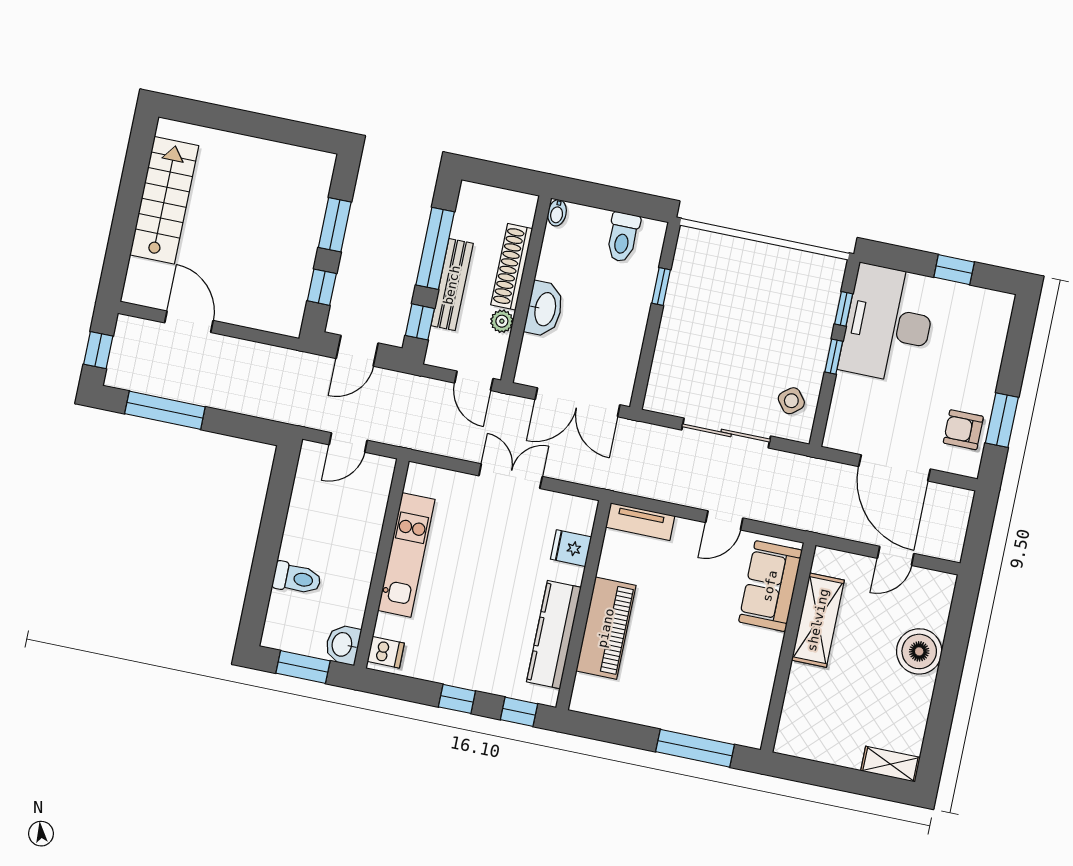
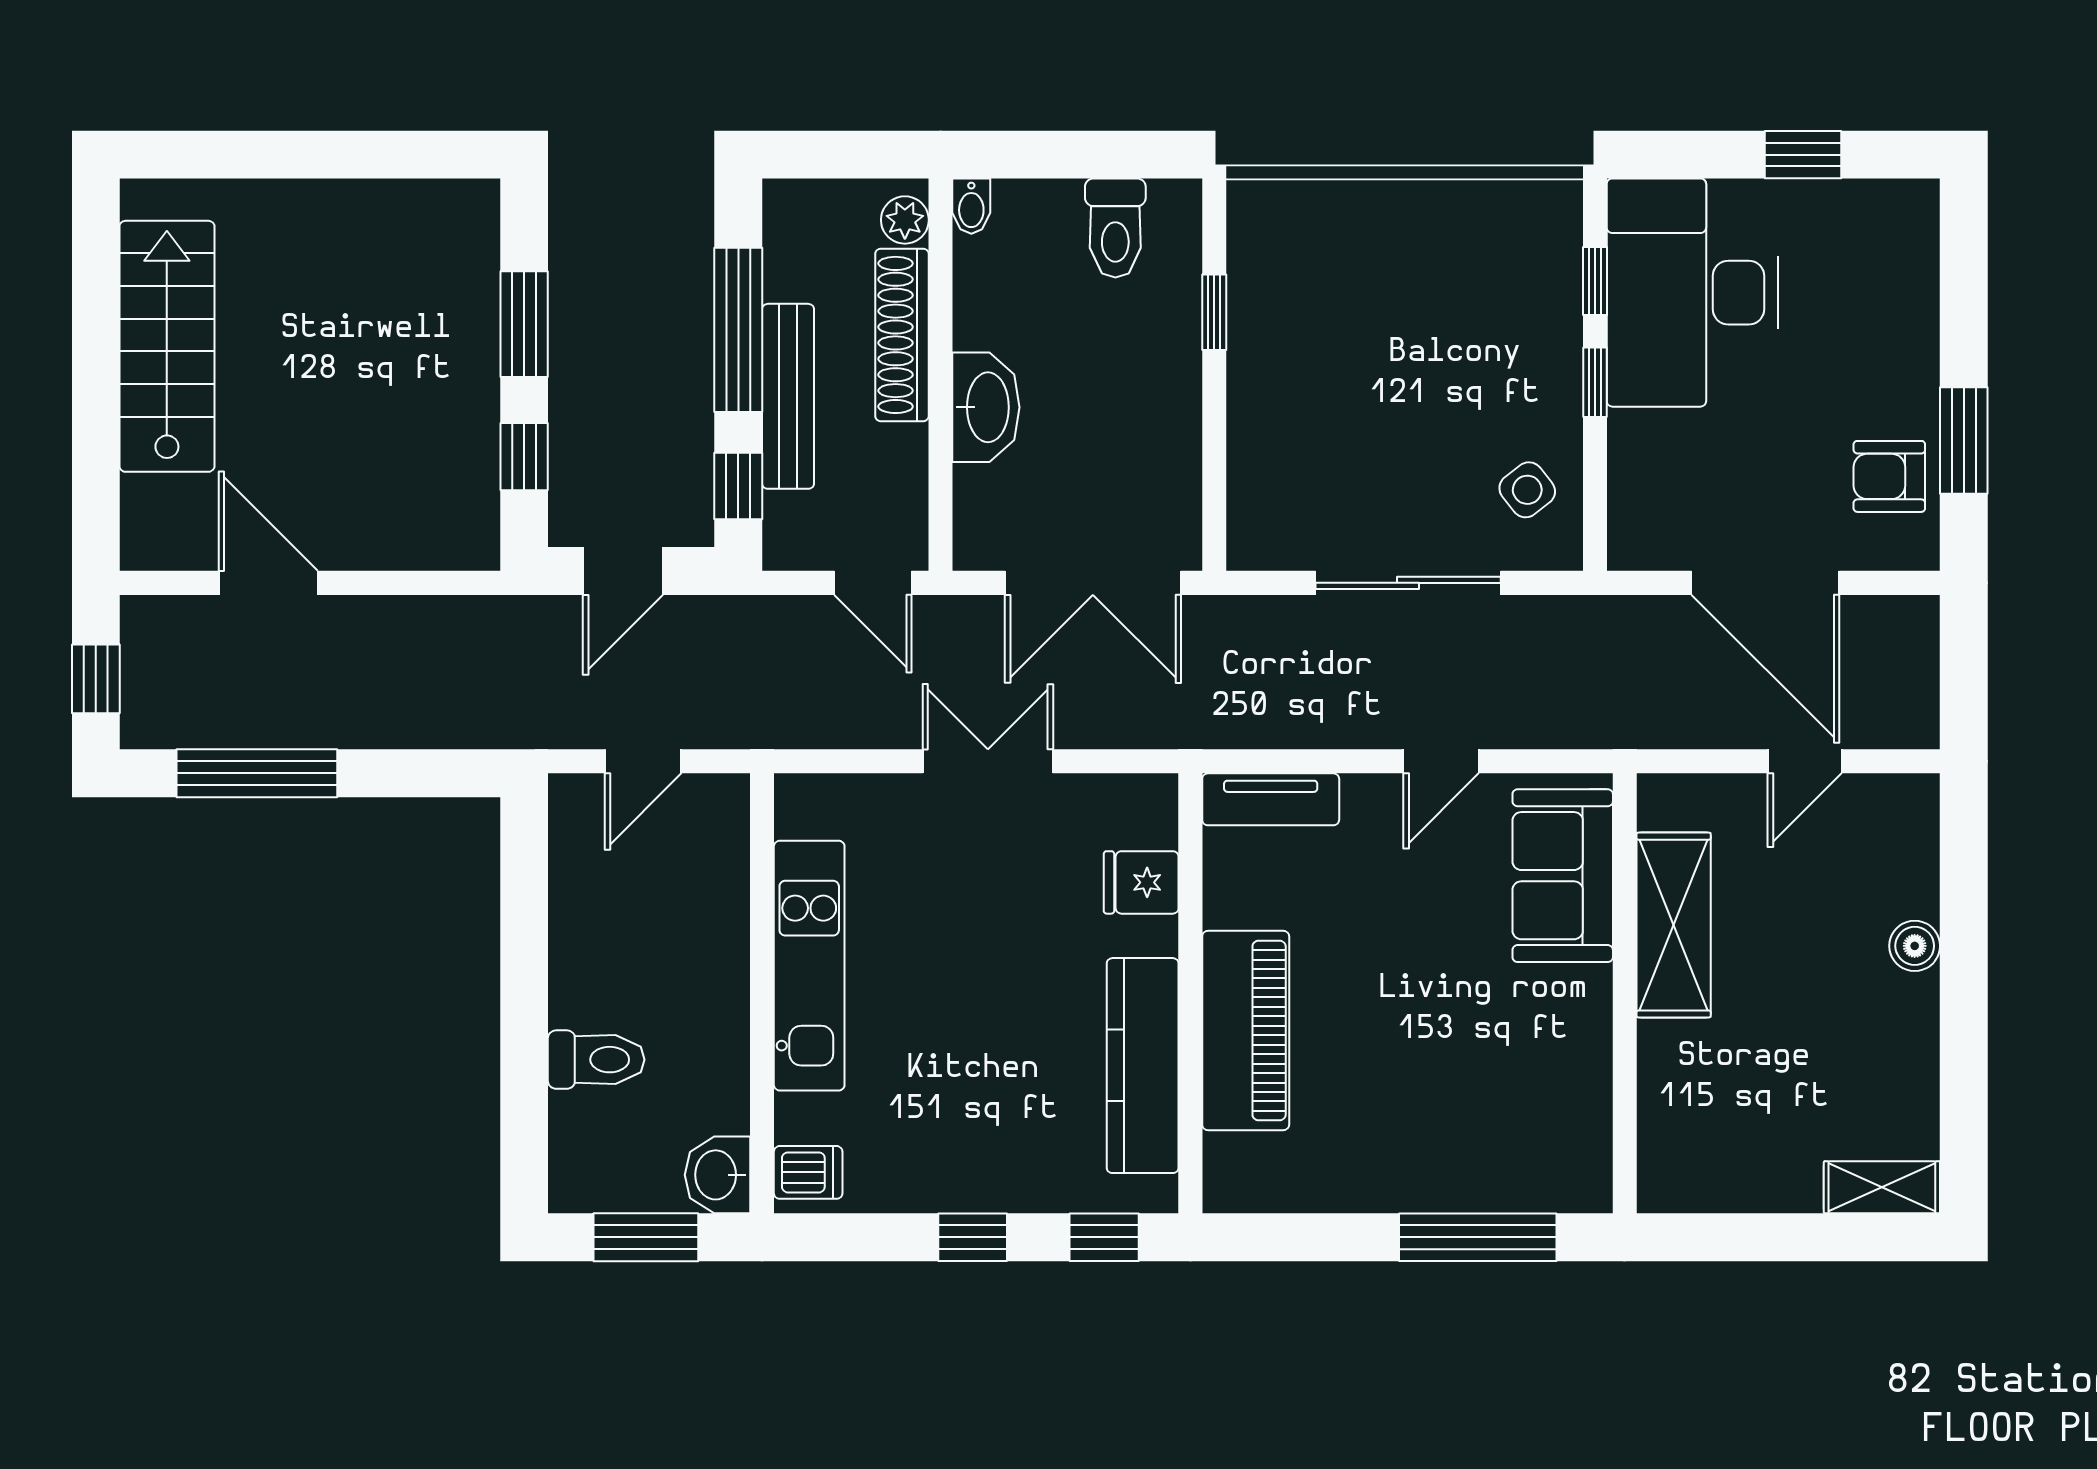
plant: (502, 321) -> (905, 220), moved
boiler: (919, 651) -> (1915, 946), width x0.54, depth x0.54

